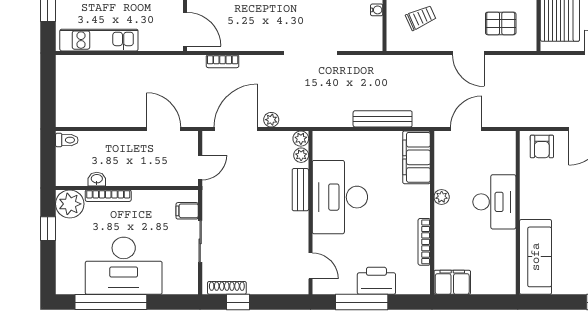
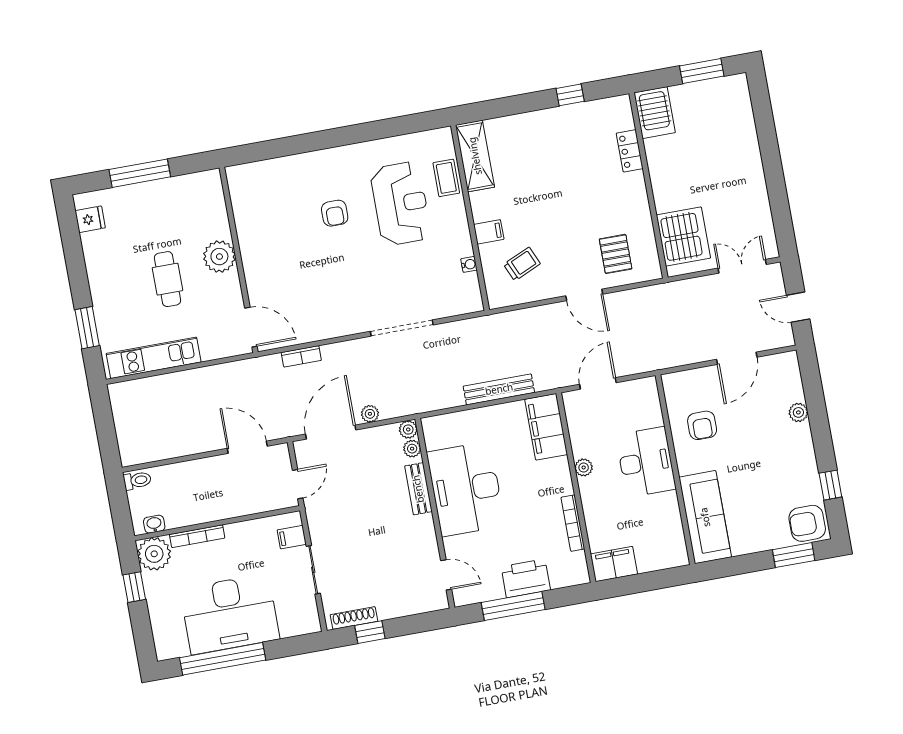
pallet: (501, 23) -> (616, 254), turned 90
armchair: (542, 146) -> (702, 425), moved
washbasin: (97, 179) -> (154, 524), moved

